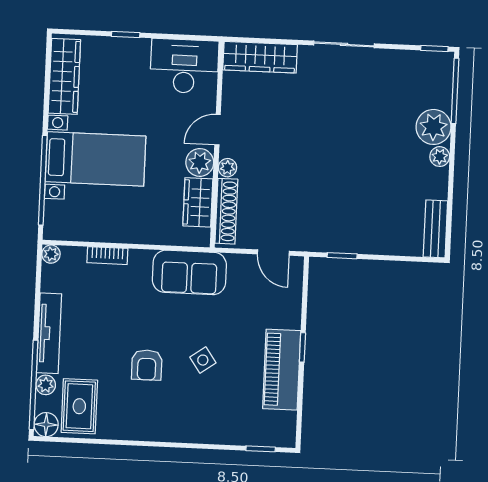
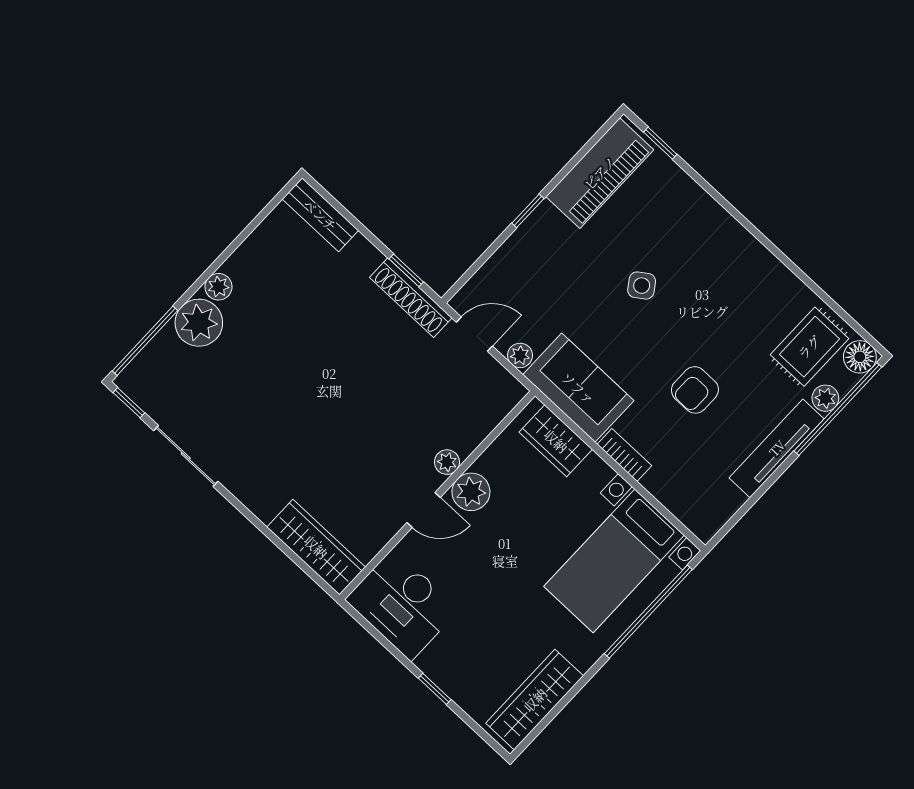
sliding door: (344, 44) -> (186, 456), moved
bed with nightstands: (96, 159) -> (614, 561), moved, turned -90
wardrobe: (198, 202) -> (556, 441), moved, turned 90
shoe rack: (226, 211) -> (411, 298), moved, turned -90
bench: (435, 229) -> (320, 215), moved, turned 90
door: (273, 253) -> (474, 334), hinge flipped
plant: (51, 254) -> (520, 355), moved
bookcase: (107, 256) -> (624, 455), moved
armchair: (147, 365) -> (695, 390), moved, turned 180
piano: (282, 370) -> (600, 173), moved

